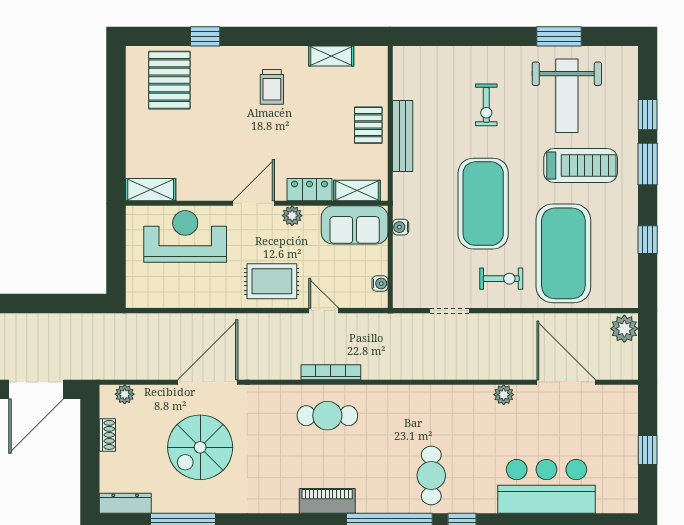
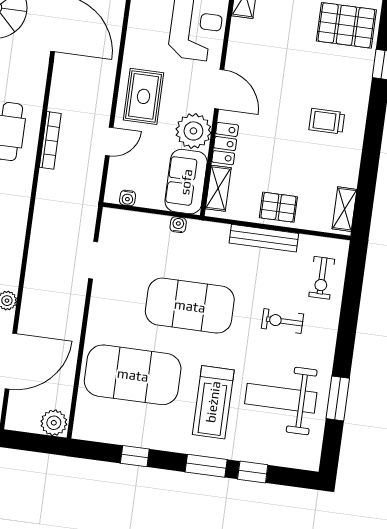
shelving: (331, 56) -> (345, 209), moved
plant: (292, 216) -> (193, 131), width x1.87, depth x1.87
exercise bike: (501, 279) -> (322, 278), moved

